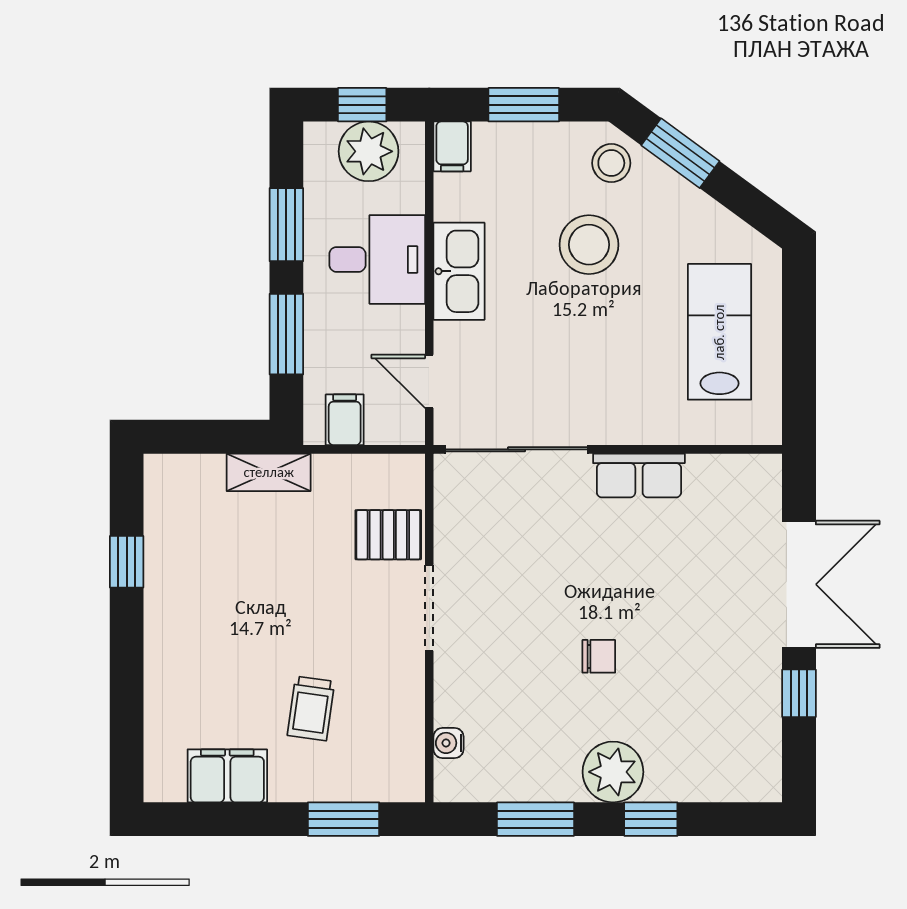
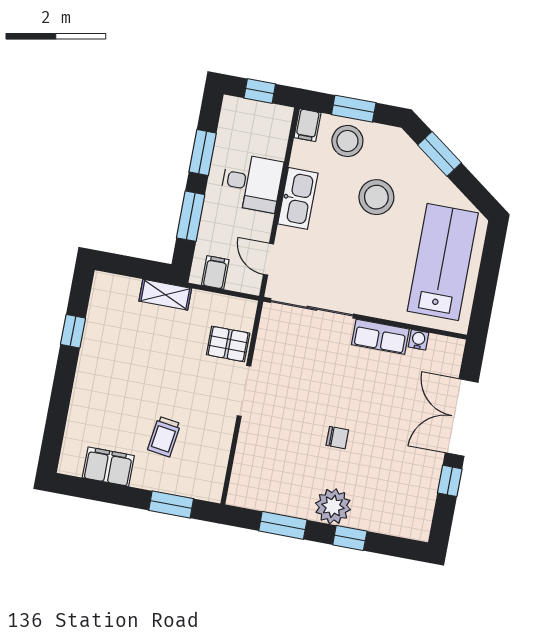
plant: (369, 151) -> (258, 119), removed
stool: (611, 163) -> (347, 141), moved, width x1.38, depth x1.38
lab bench: (719, 332) -> (443, 262), width x1.36, depth x1.39
double door: (799, 584) -> (462, 418), swing flipped
water cooler: (448, 743) -> (418, 340), moved, turned 90

